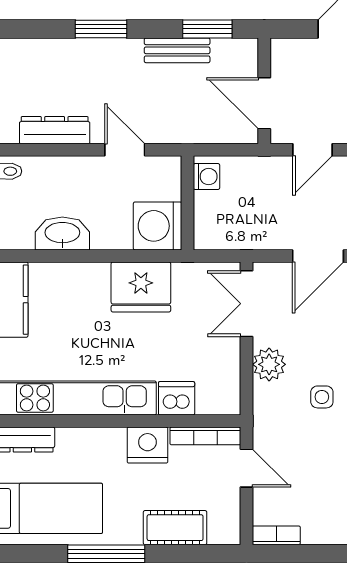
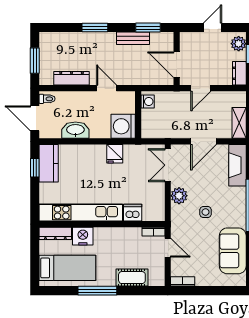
fridge: (141, 287) -> (115, 154), width x0.53, depth x0.75
bookcase: (205, 436) -> (153, 232), width x0.64
nightstand: (147, 445) -> (83, 236), moved

